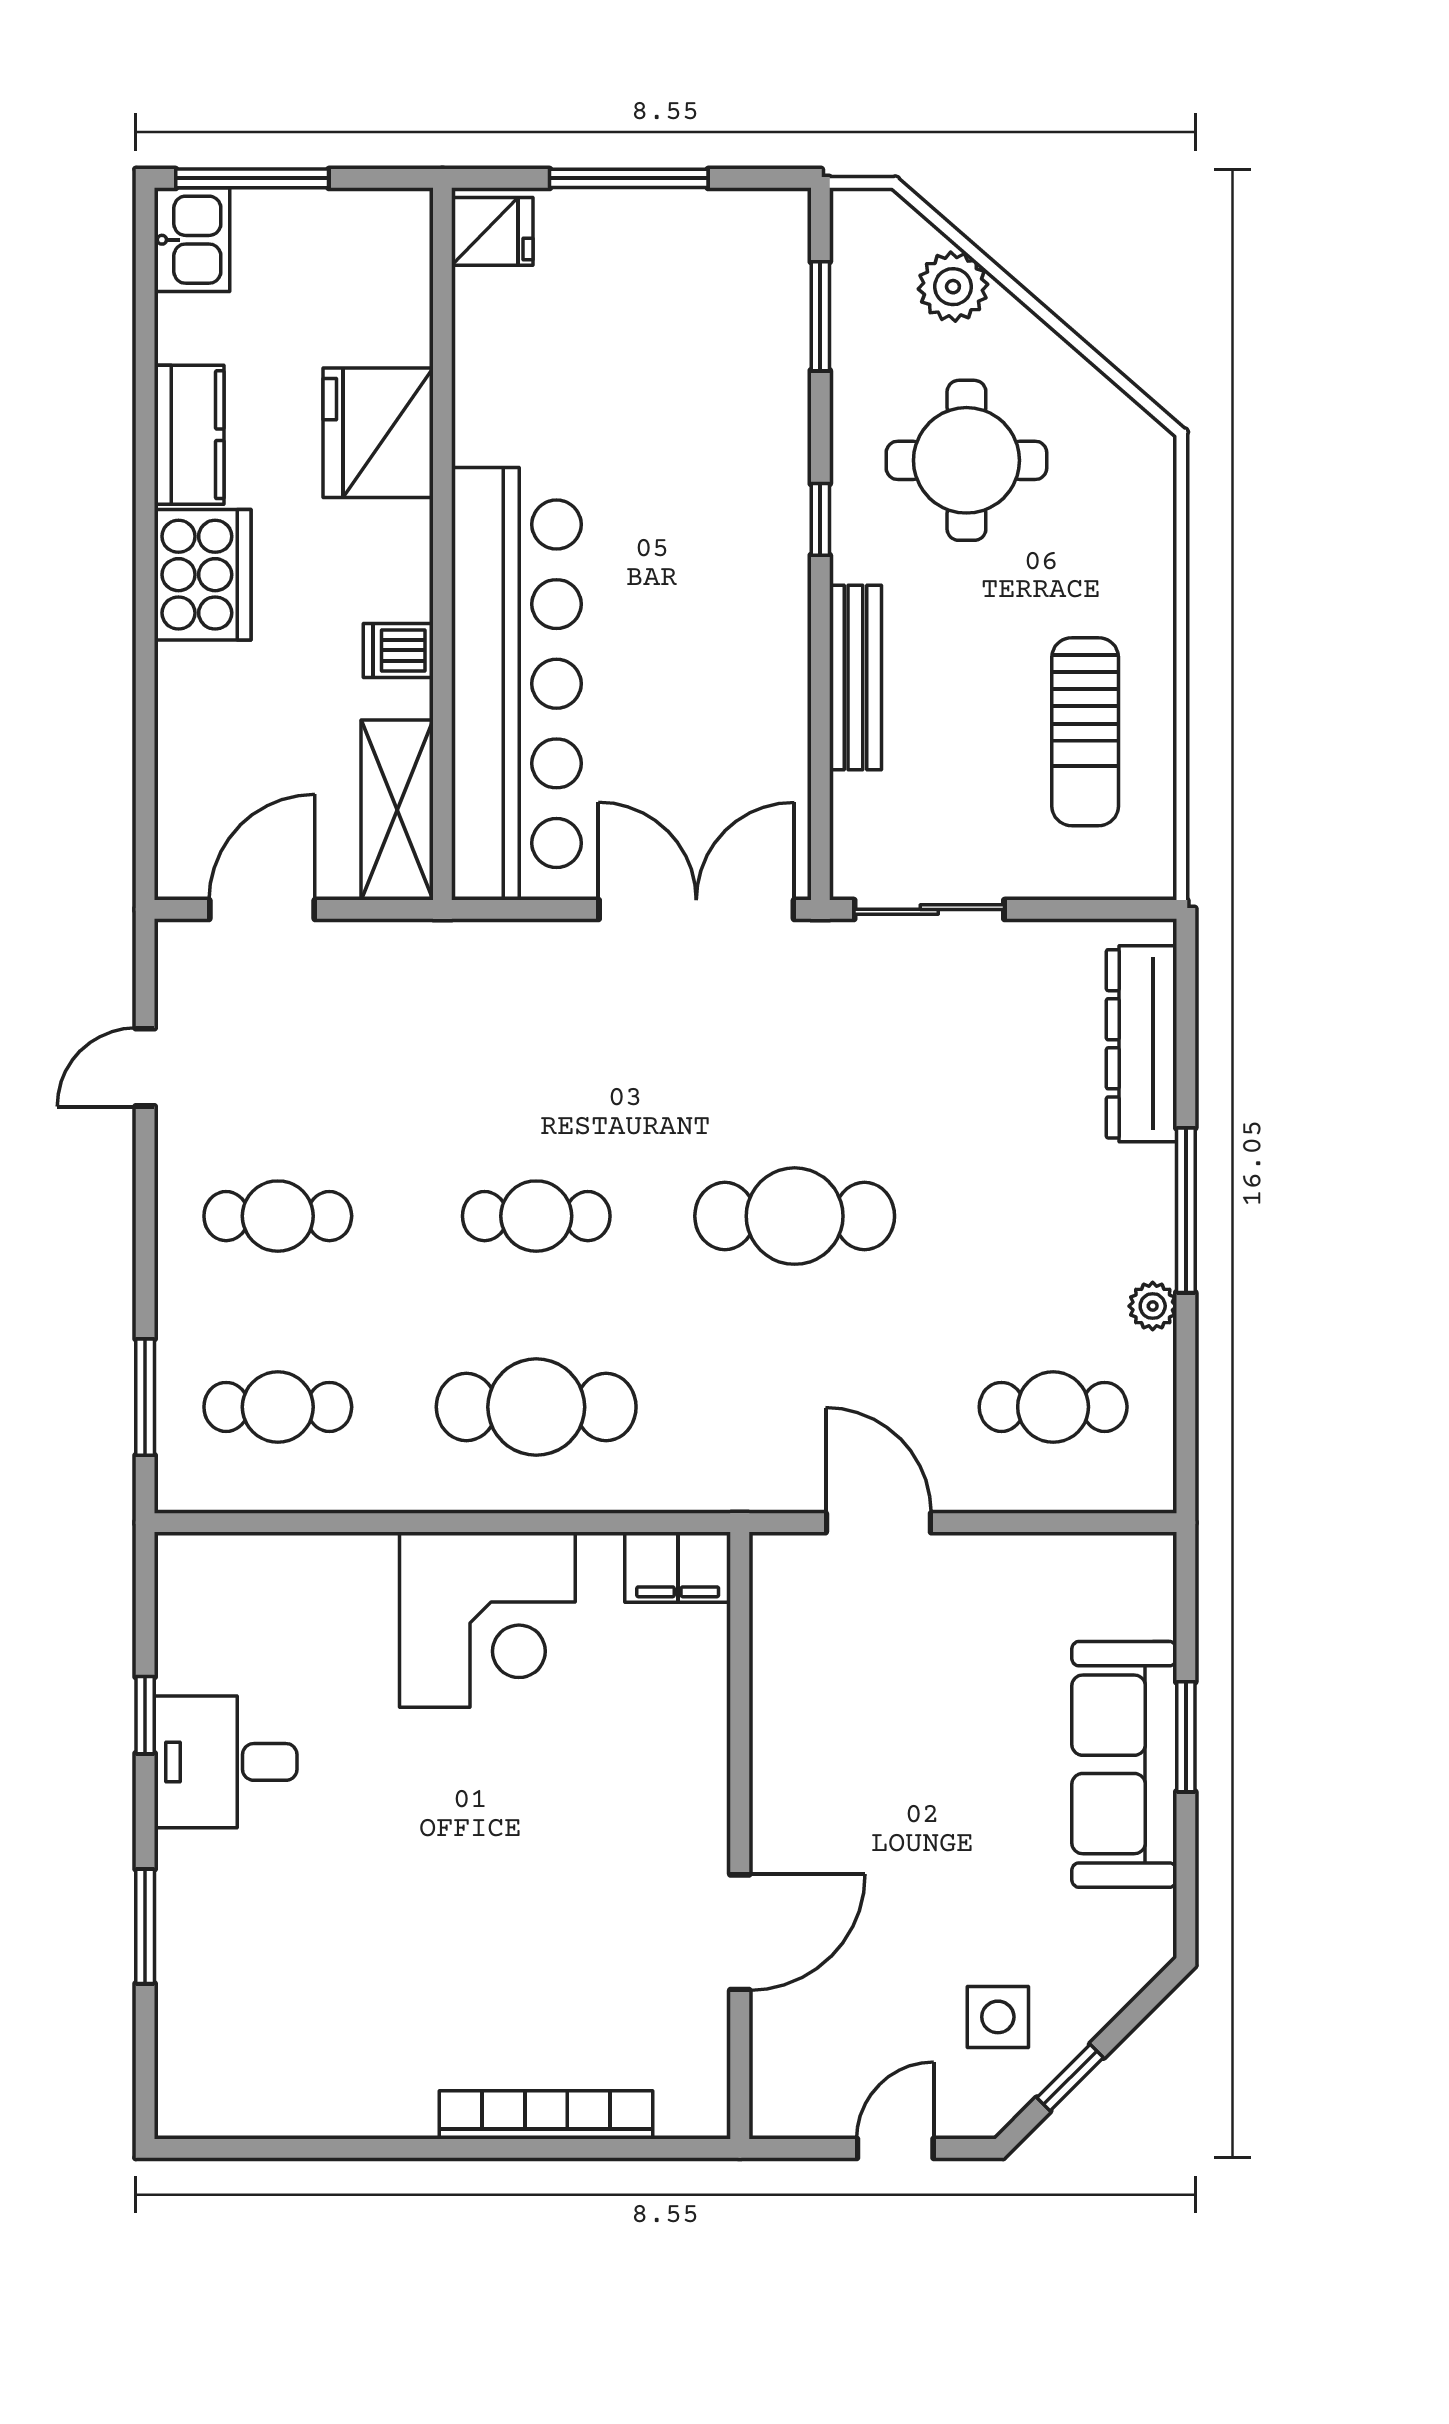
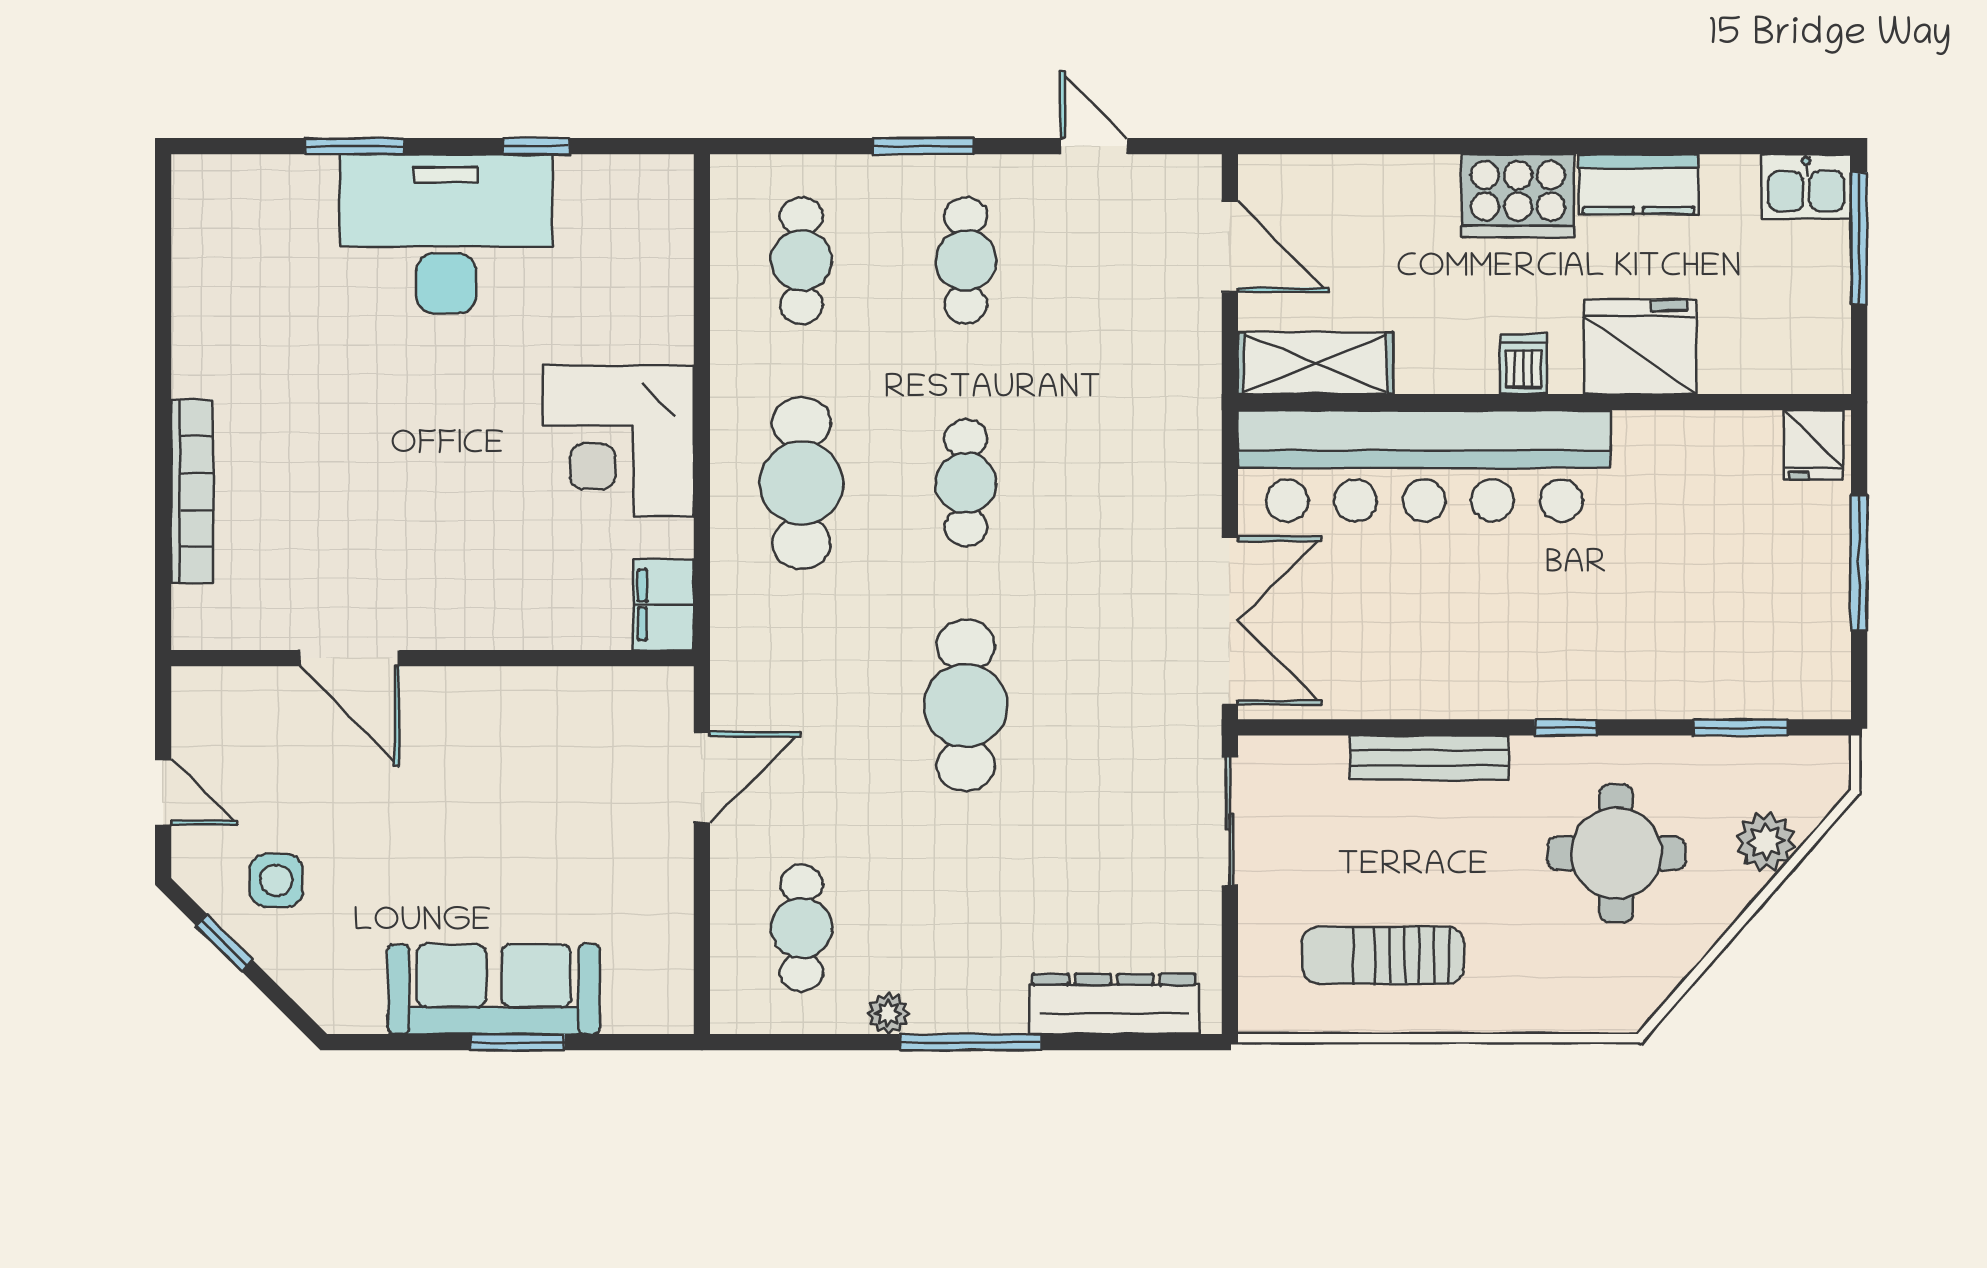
dishwasher: (398, 650) -> (1523, 364), moved
window: (145, 1397) -> (923, 146), moved
desk: (226, 1762) -> (446, 234), width x1.87, depth x1.30

